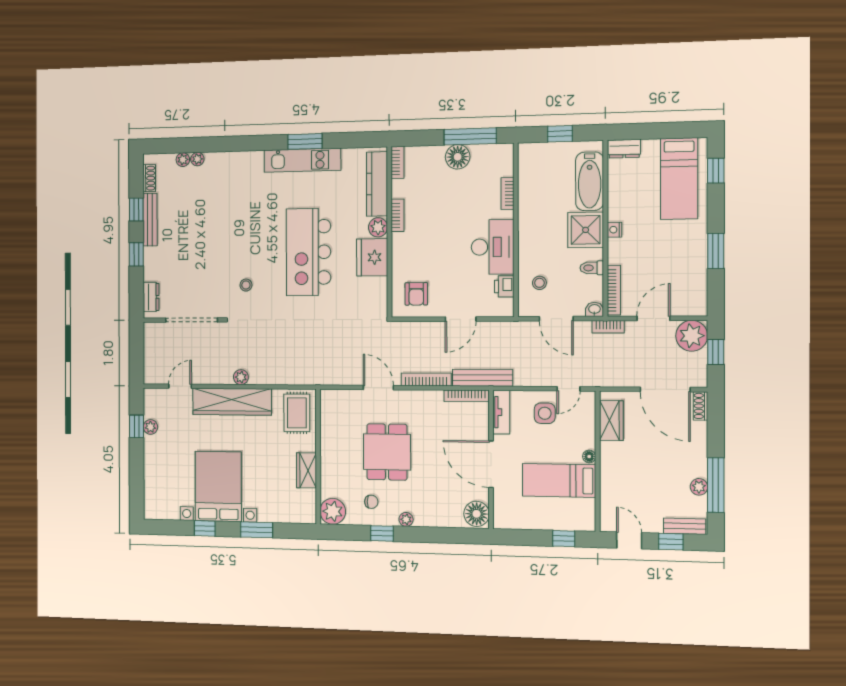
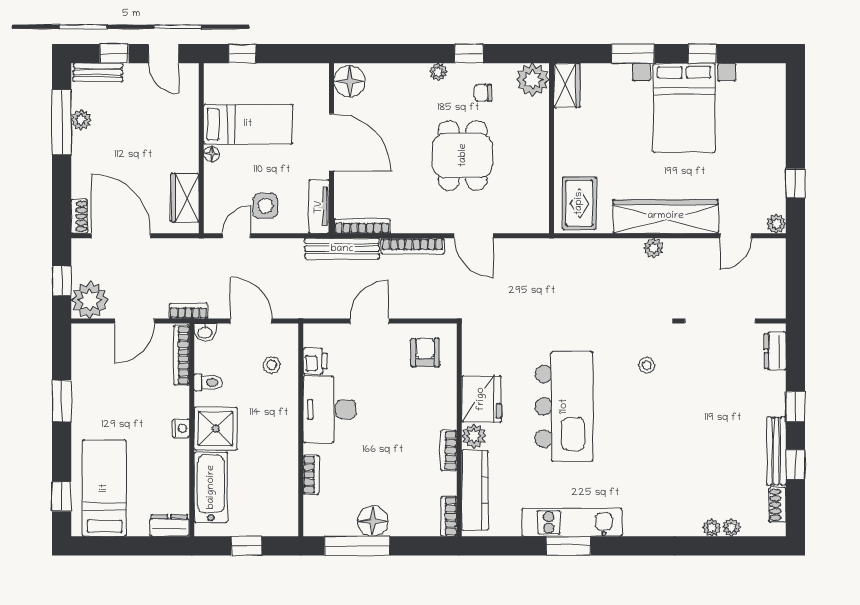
plant: (150, 427) -> (776, 224), moved
wardrobe: (306, 470) -> (567, 85), moved

